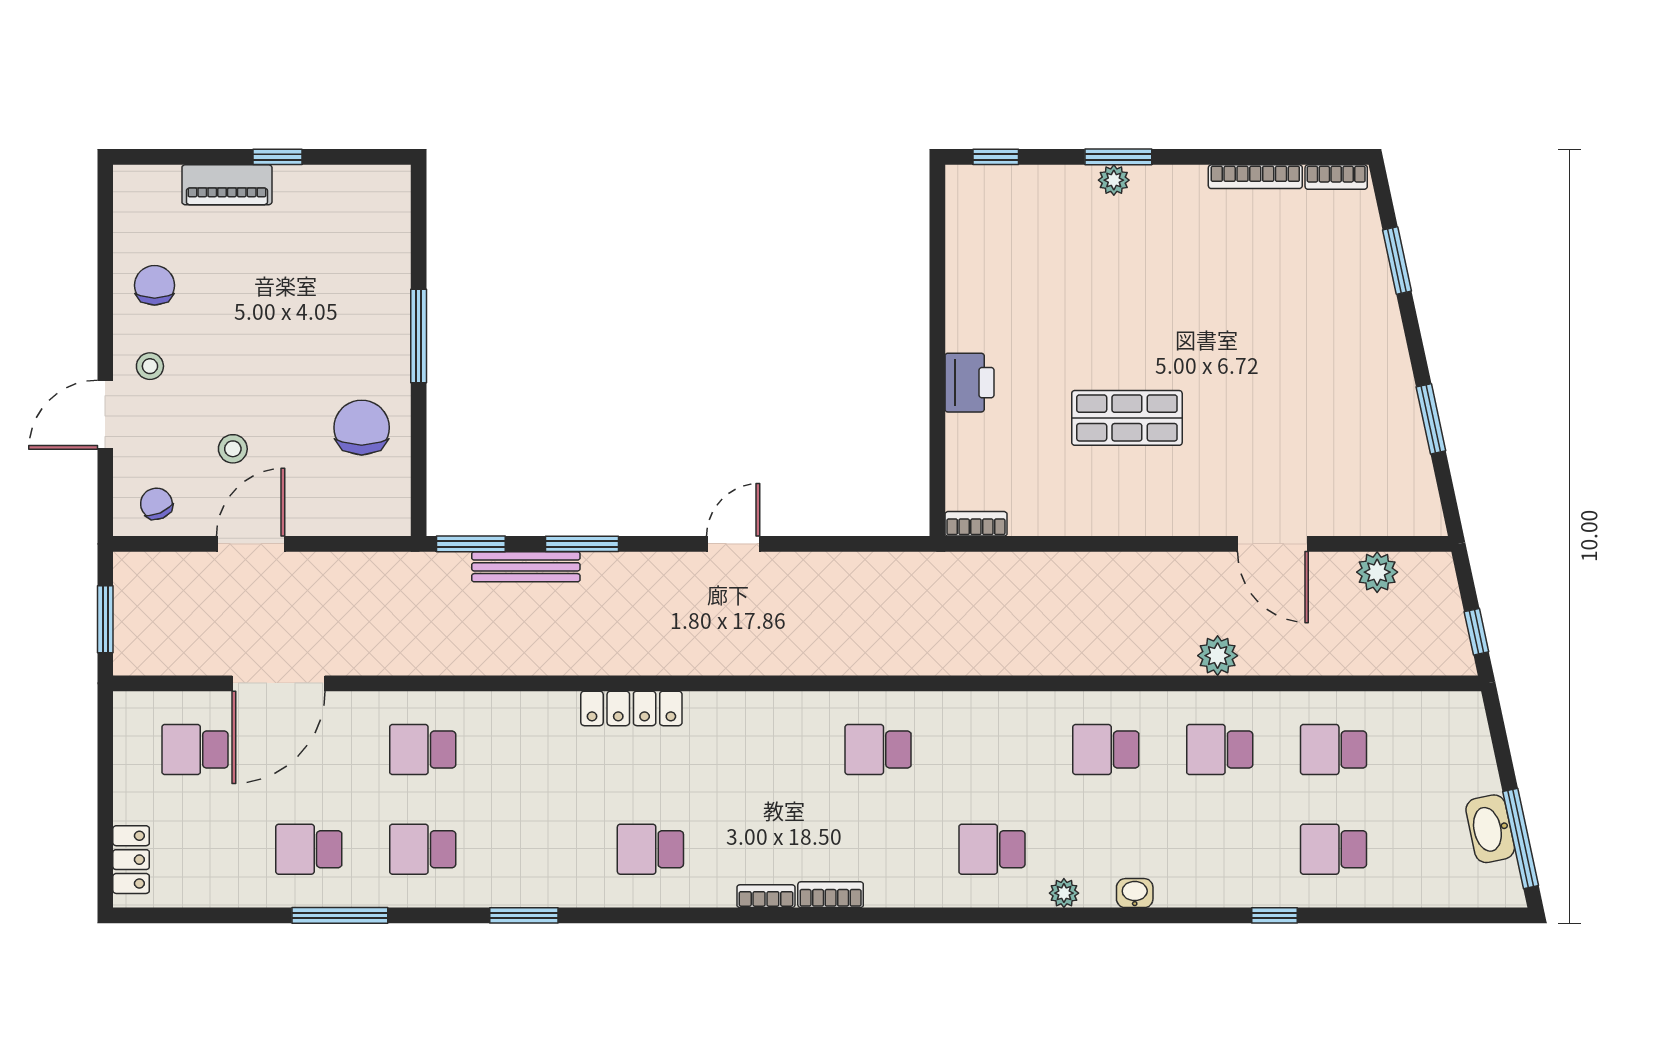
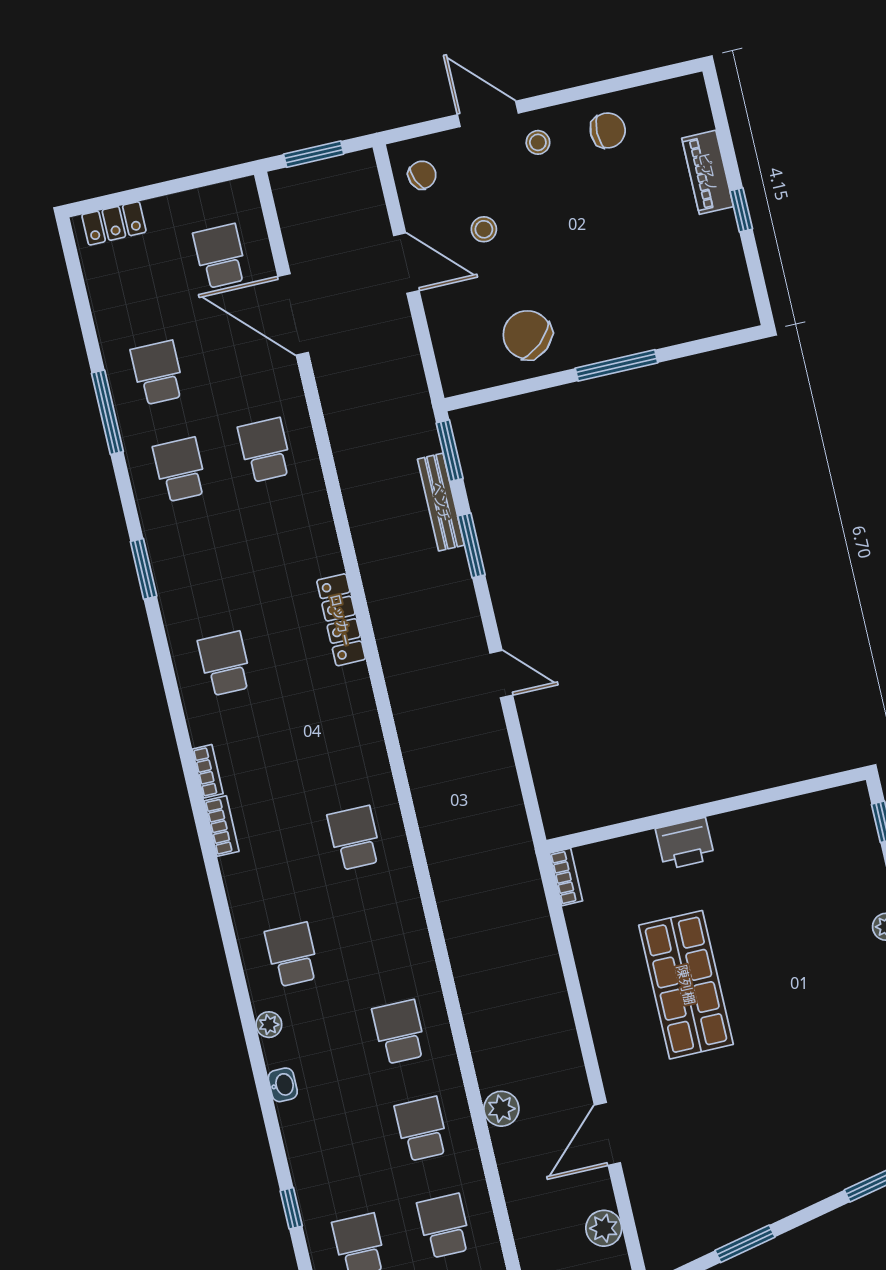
shop shelf: (1127, 418) -> (686, 985), width x1.43, depth x1.36
chair: (362, 428) -> (527, 335), turned -131

